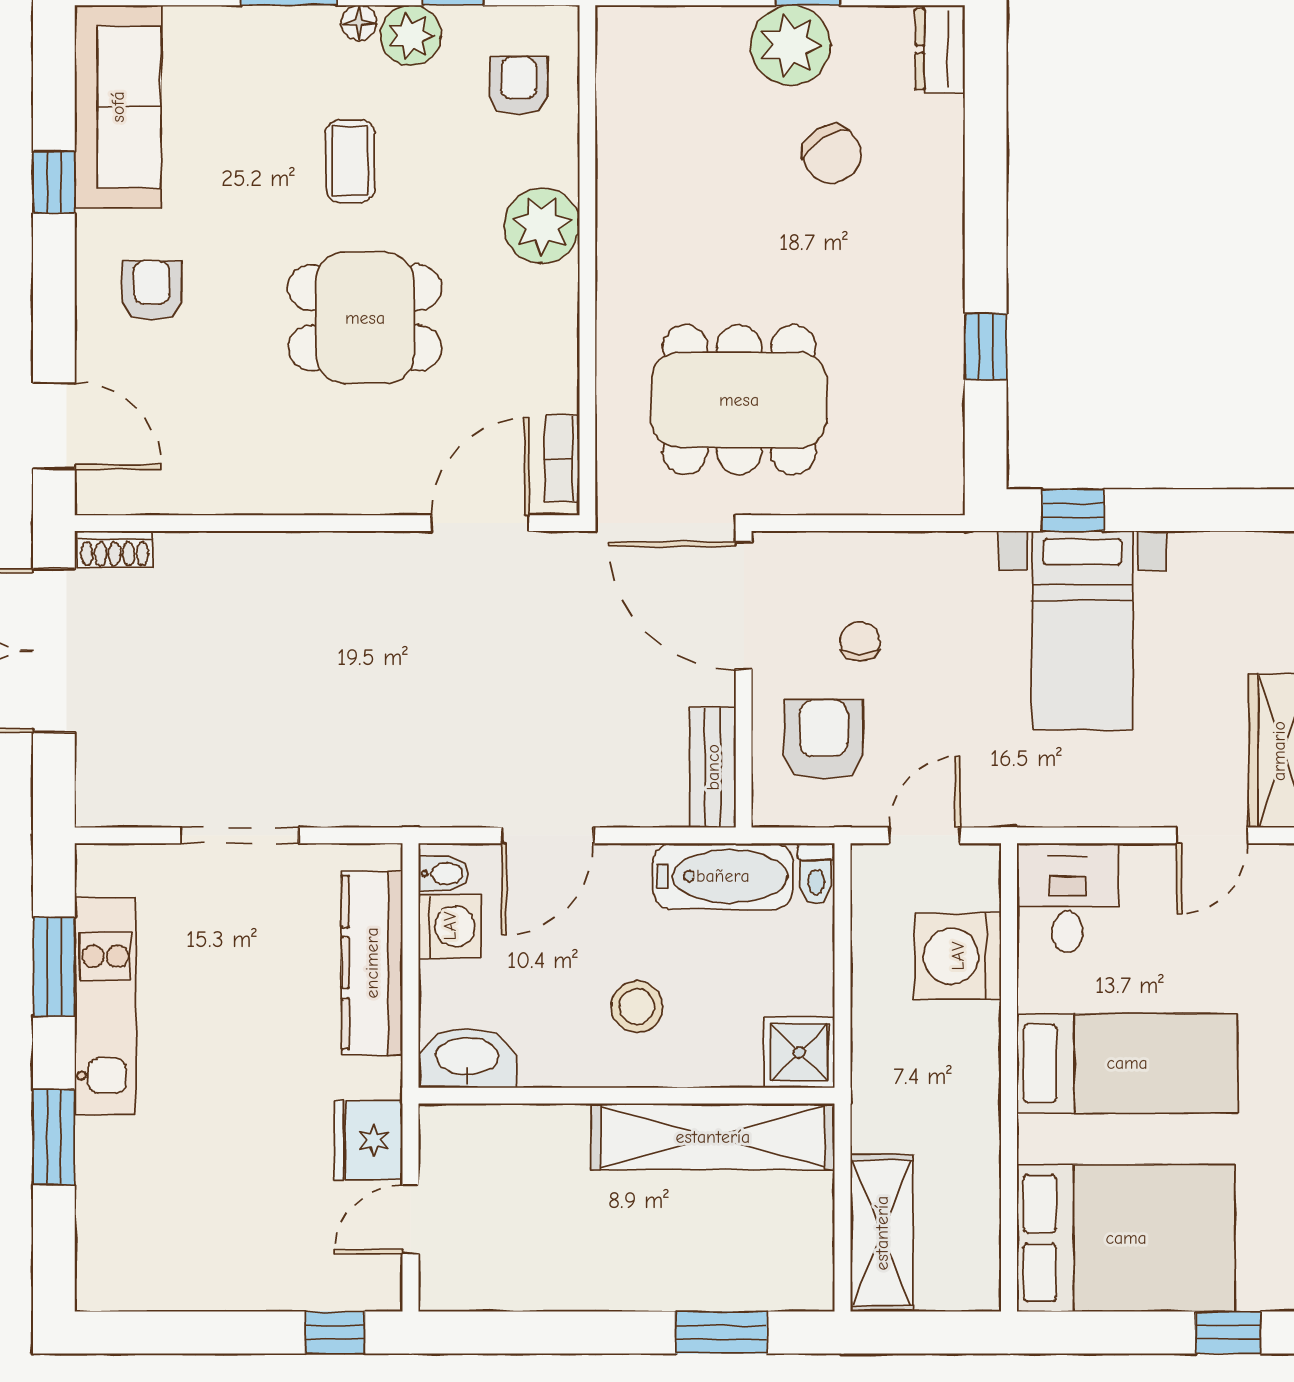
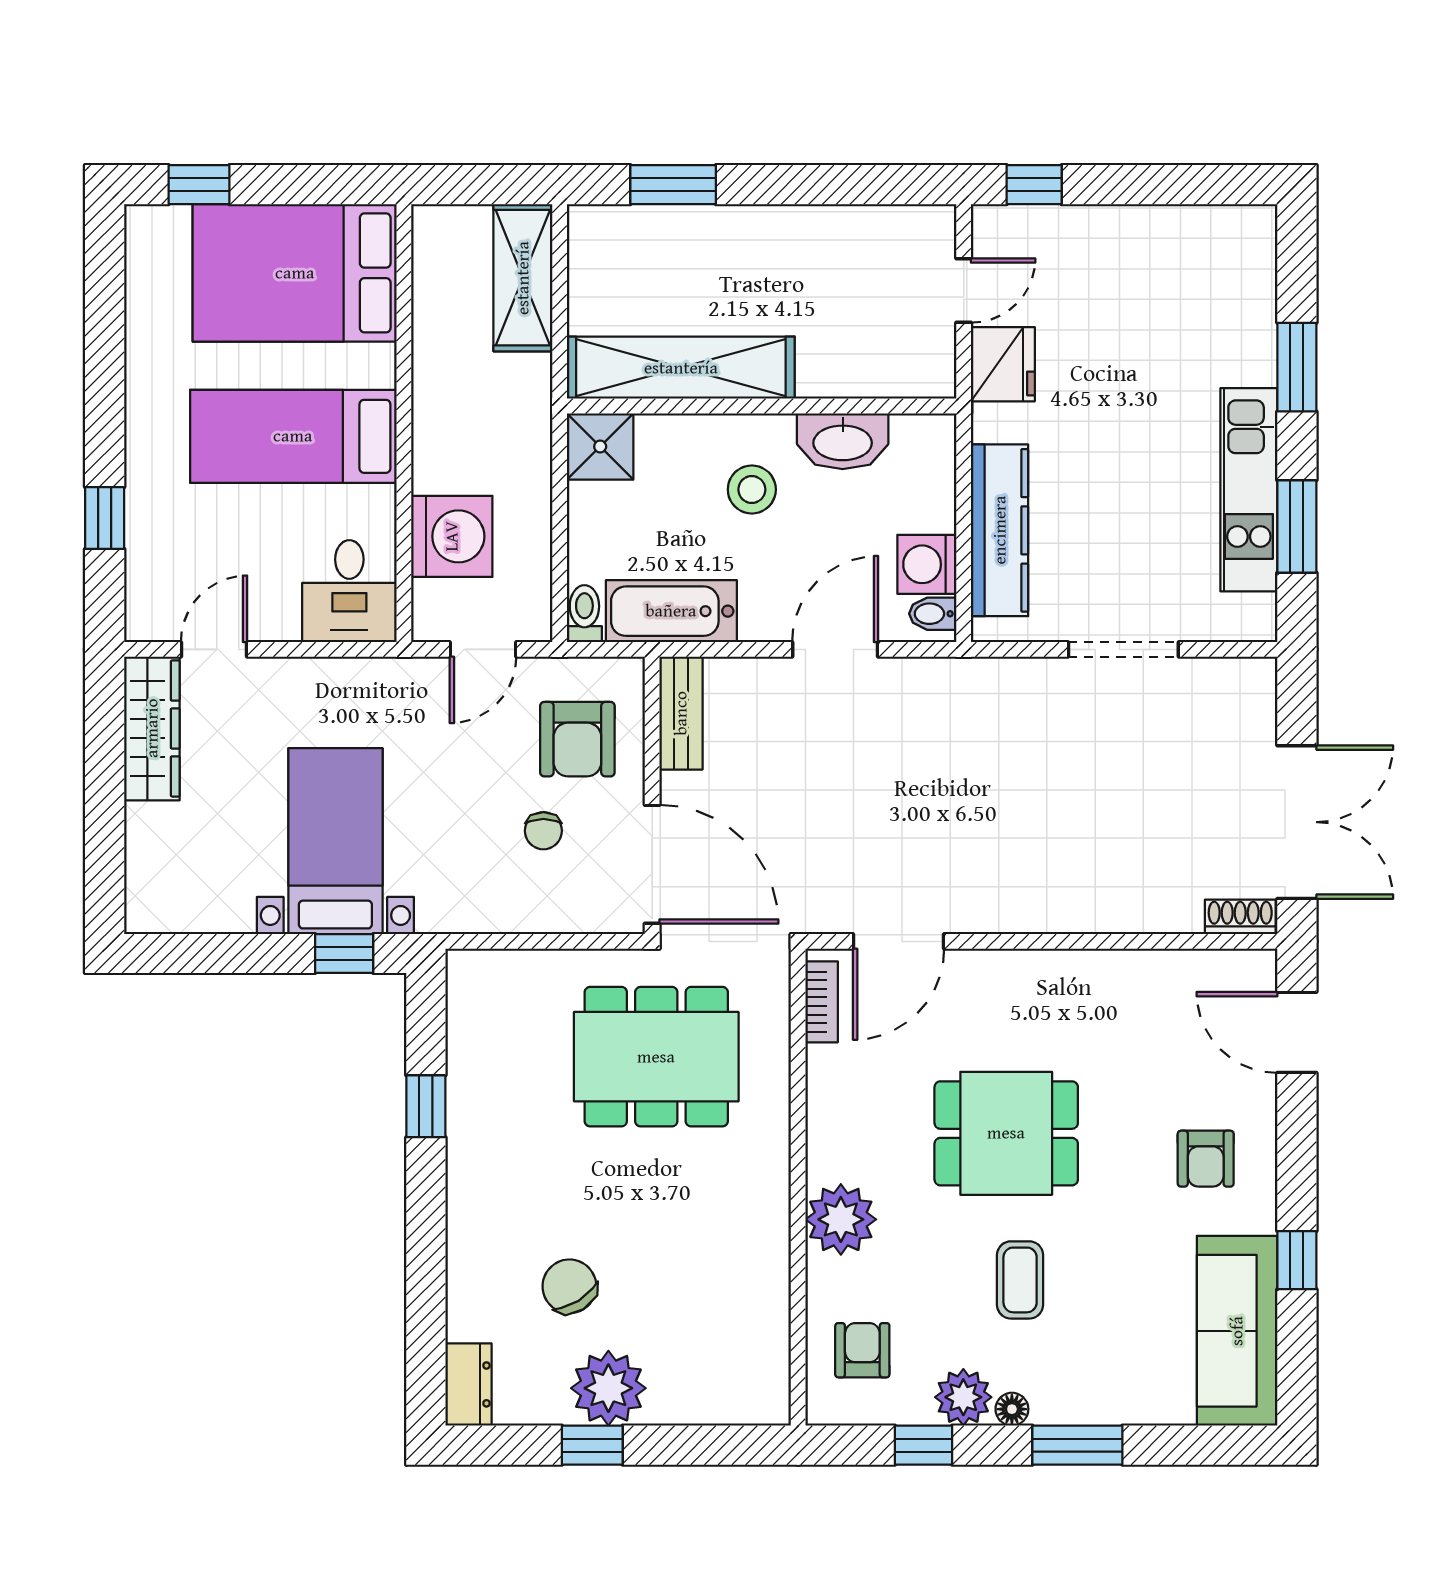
armchair: (519, 86) -> (862, 1350), turned 180
washbasin: (467, 1058) -> (843, 441), moved

